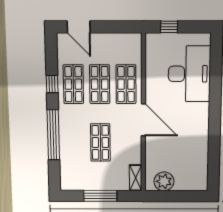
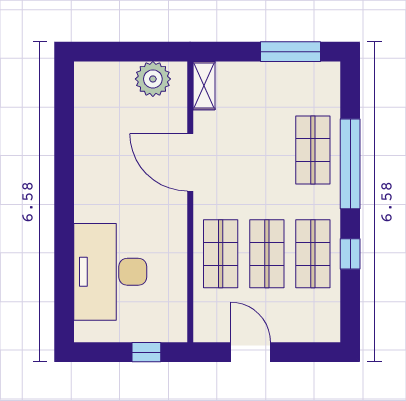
door: (79, 27) -> (251, 352), moved
door: (143, 120) -> (190, 162), moved
shop shelf: (100, 142) -> (313, 150), moved
window: (100, 196) -> (290, 52), moved

